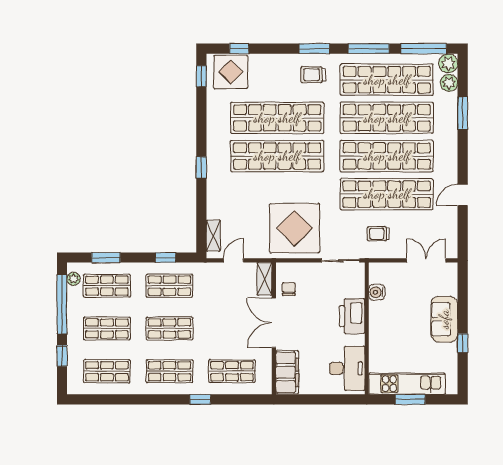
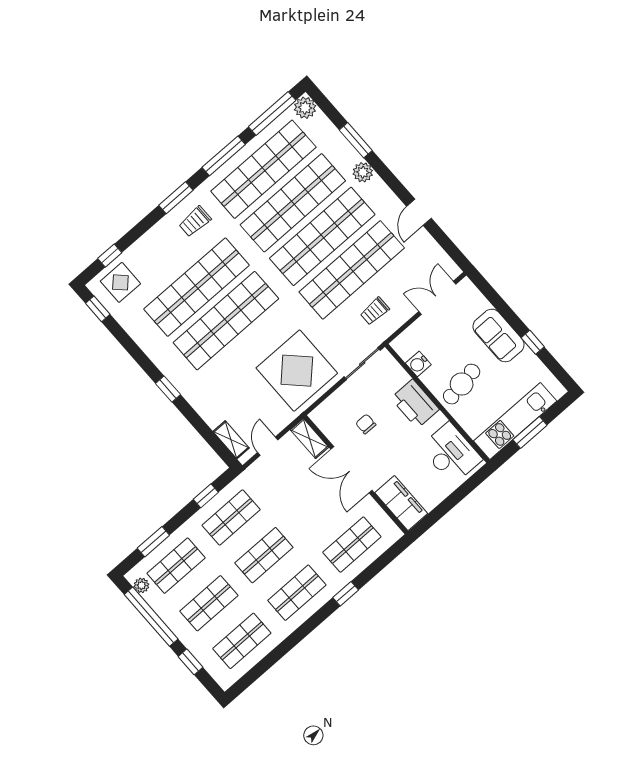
display table: (231, 72) -> (120, 282), width x0.73, depth x0.73
plant: (449, 83) -> (363, 172), moved
chair: (289, 289) -> (366, 424), moved
cafe table: (393, 330) -> (462, 384), added

